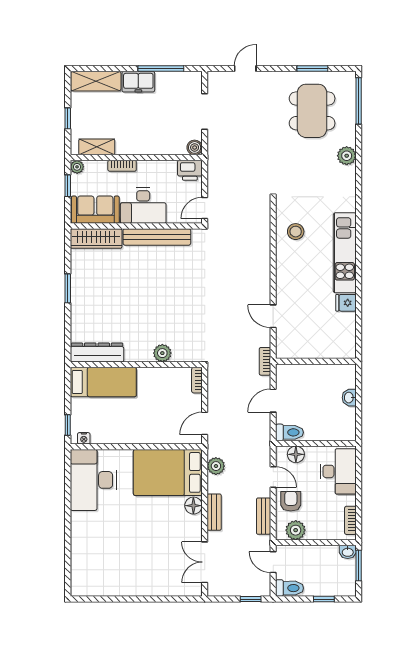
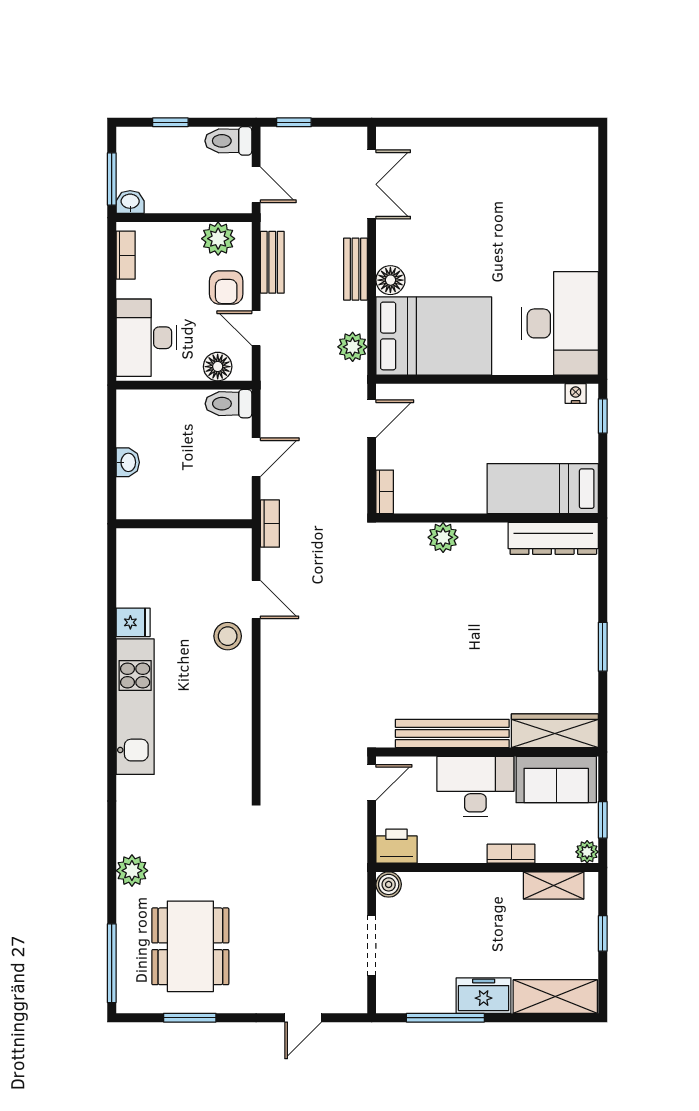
stool: (296, 232) -> (228, 636), moved

